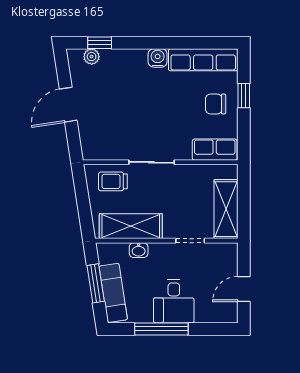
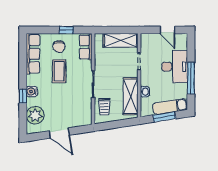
window: (100, 43) -> (23, 96), moved
plant: (92, 57) -> (35, 115), width x1.88, depth x1.88
water cooler: (158, 58) -> (32, 91), moved
window: (244, 96) -> (66, 30), moved
coffee table: (173, 104) -> (59, 71), added
desk: (174, 301) -> (175, 67), width x1.37

